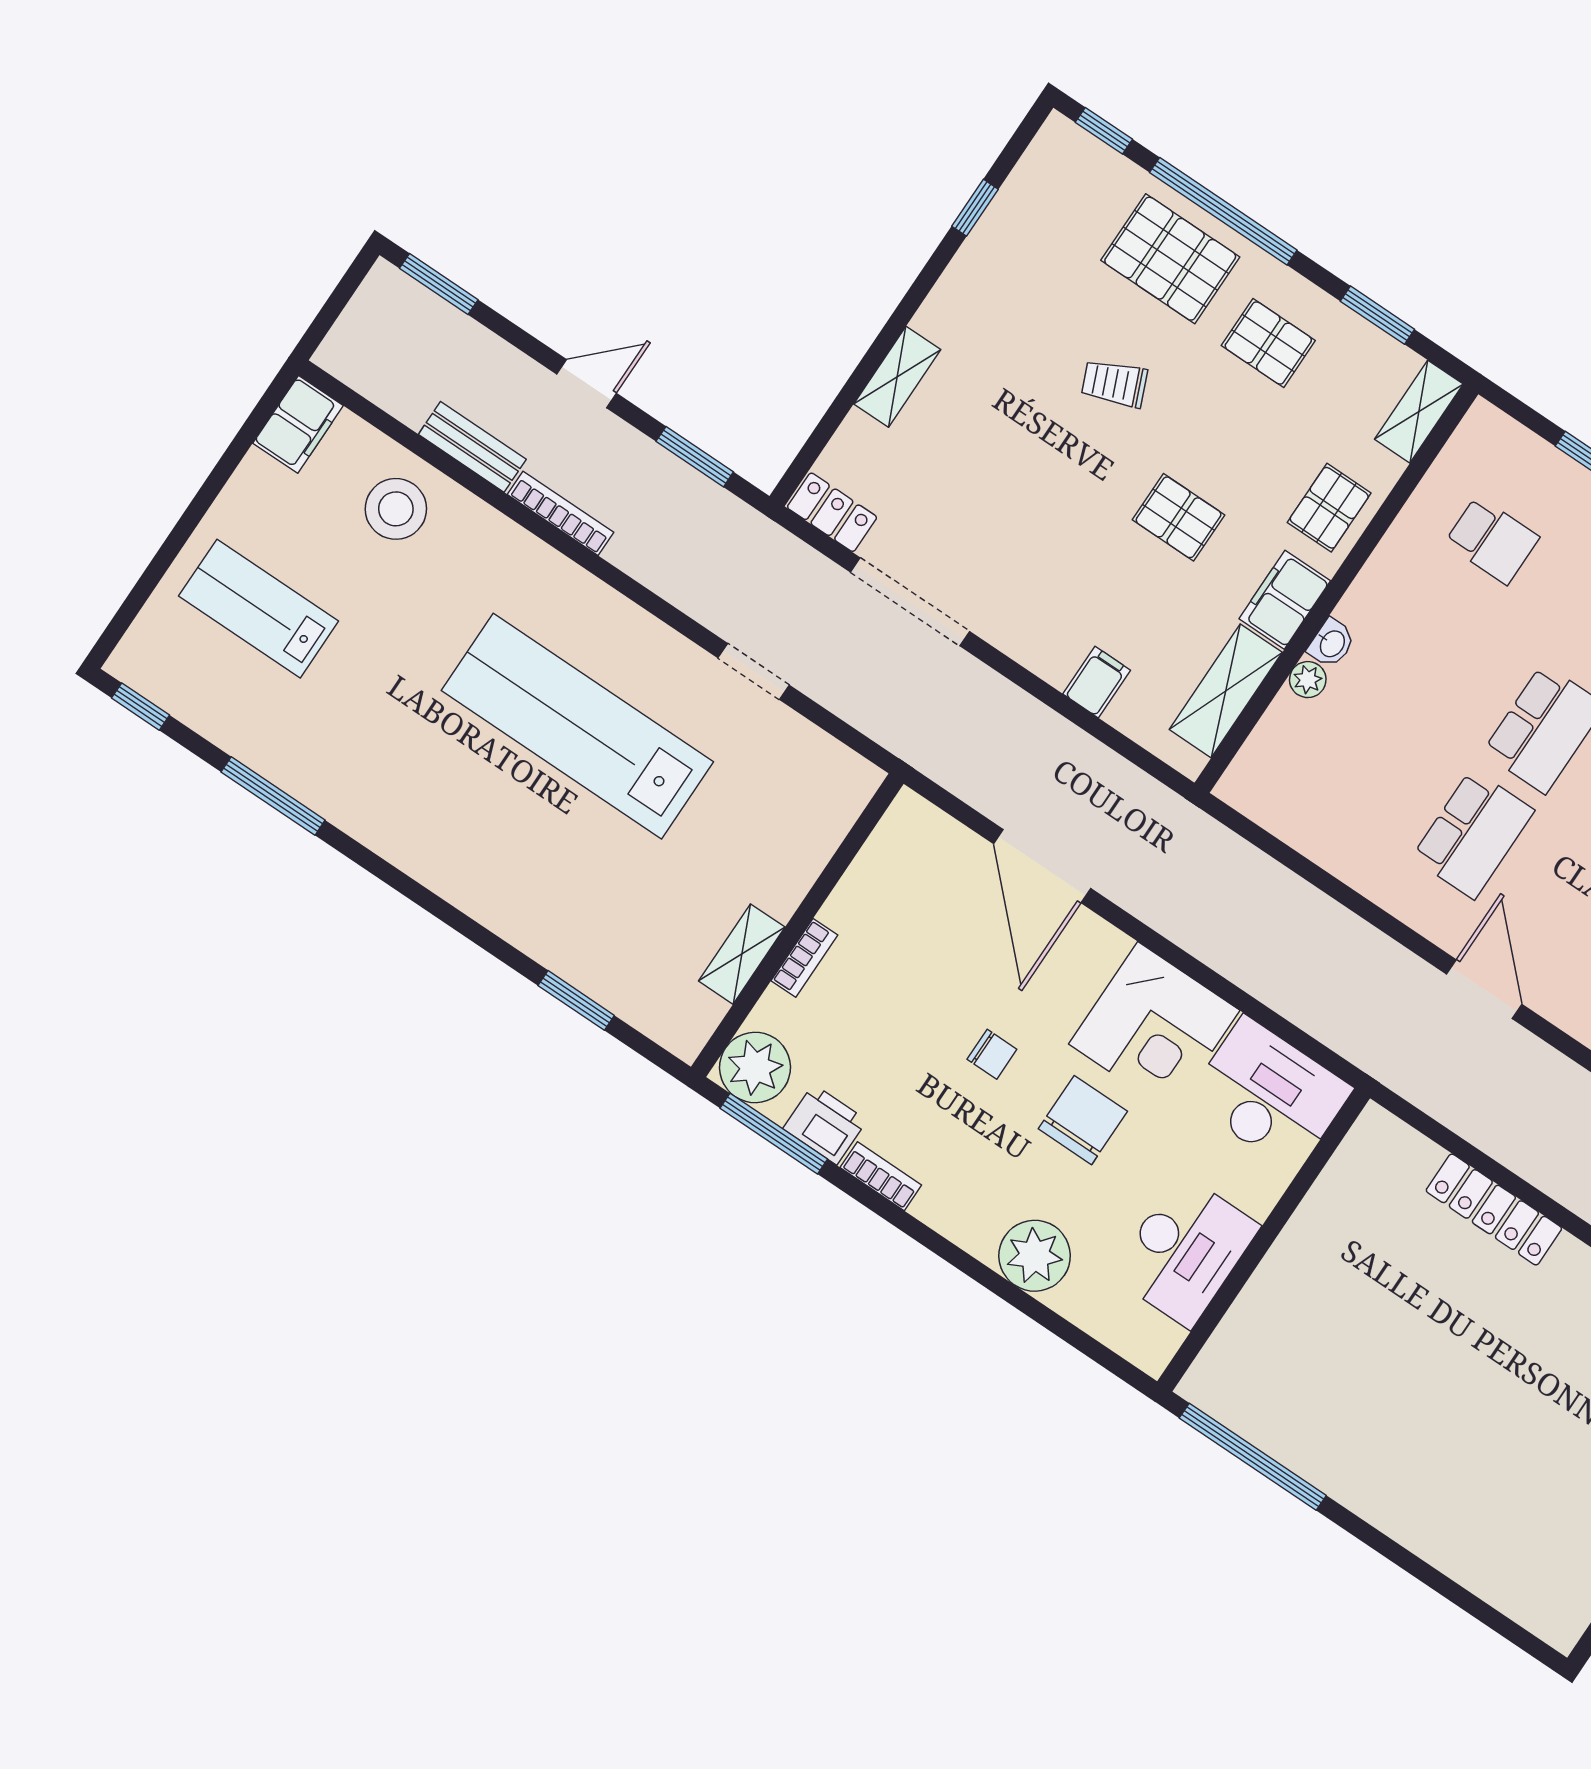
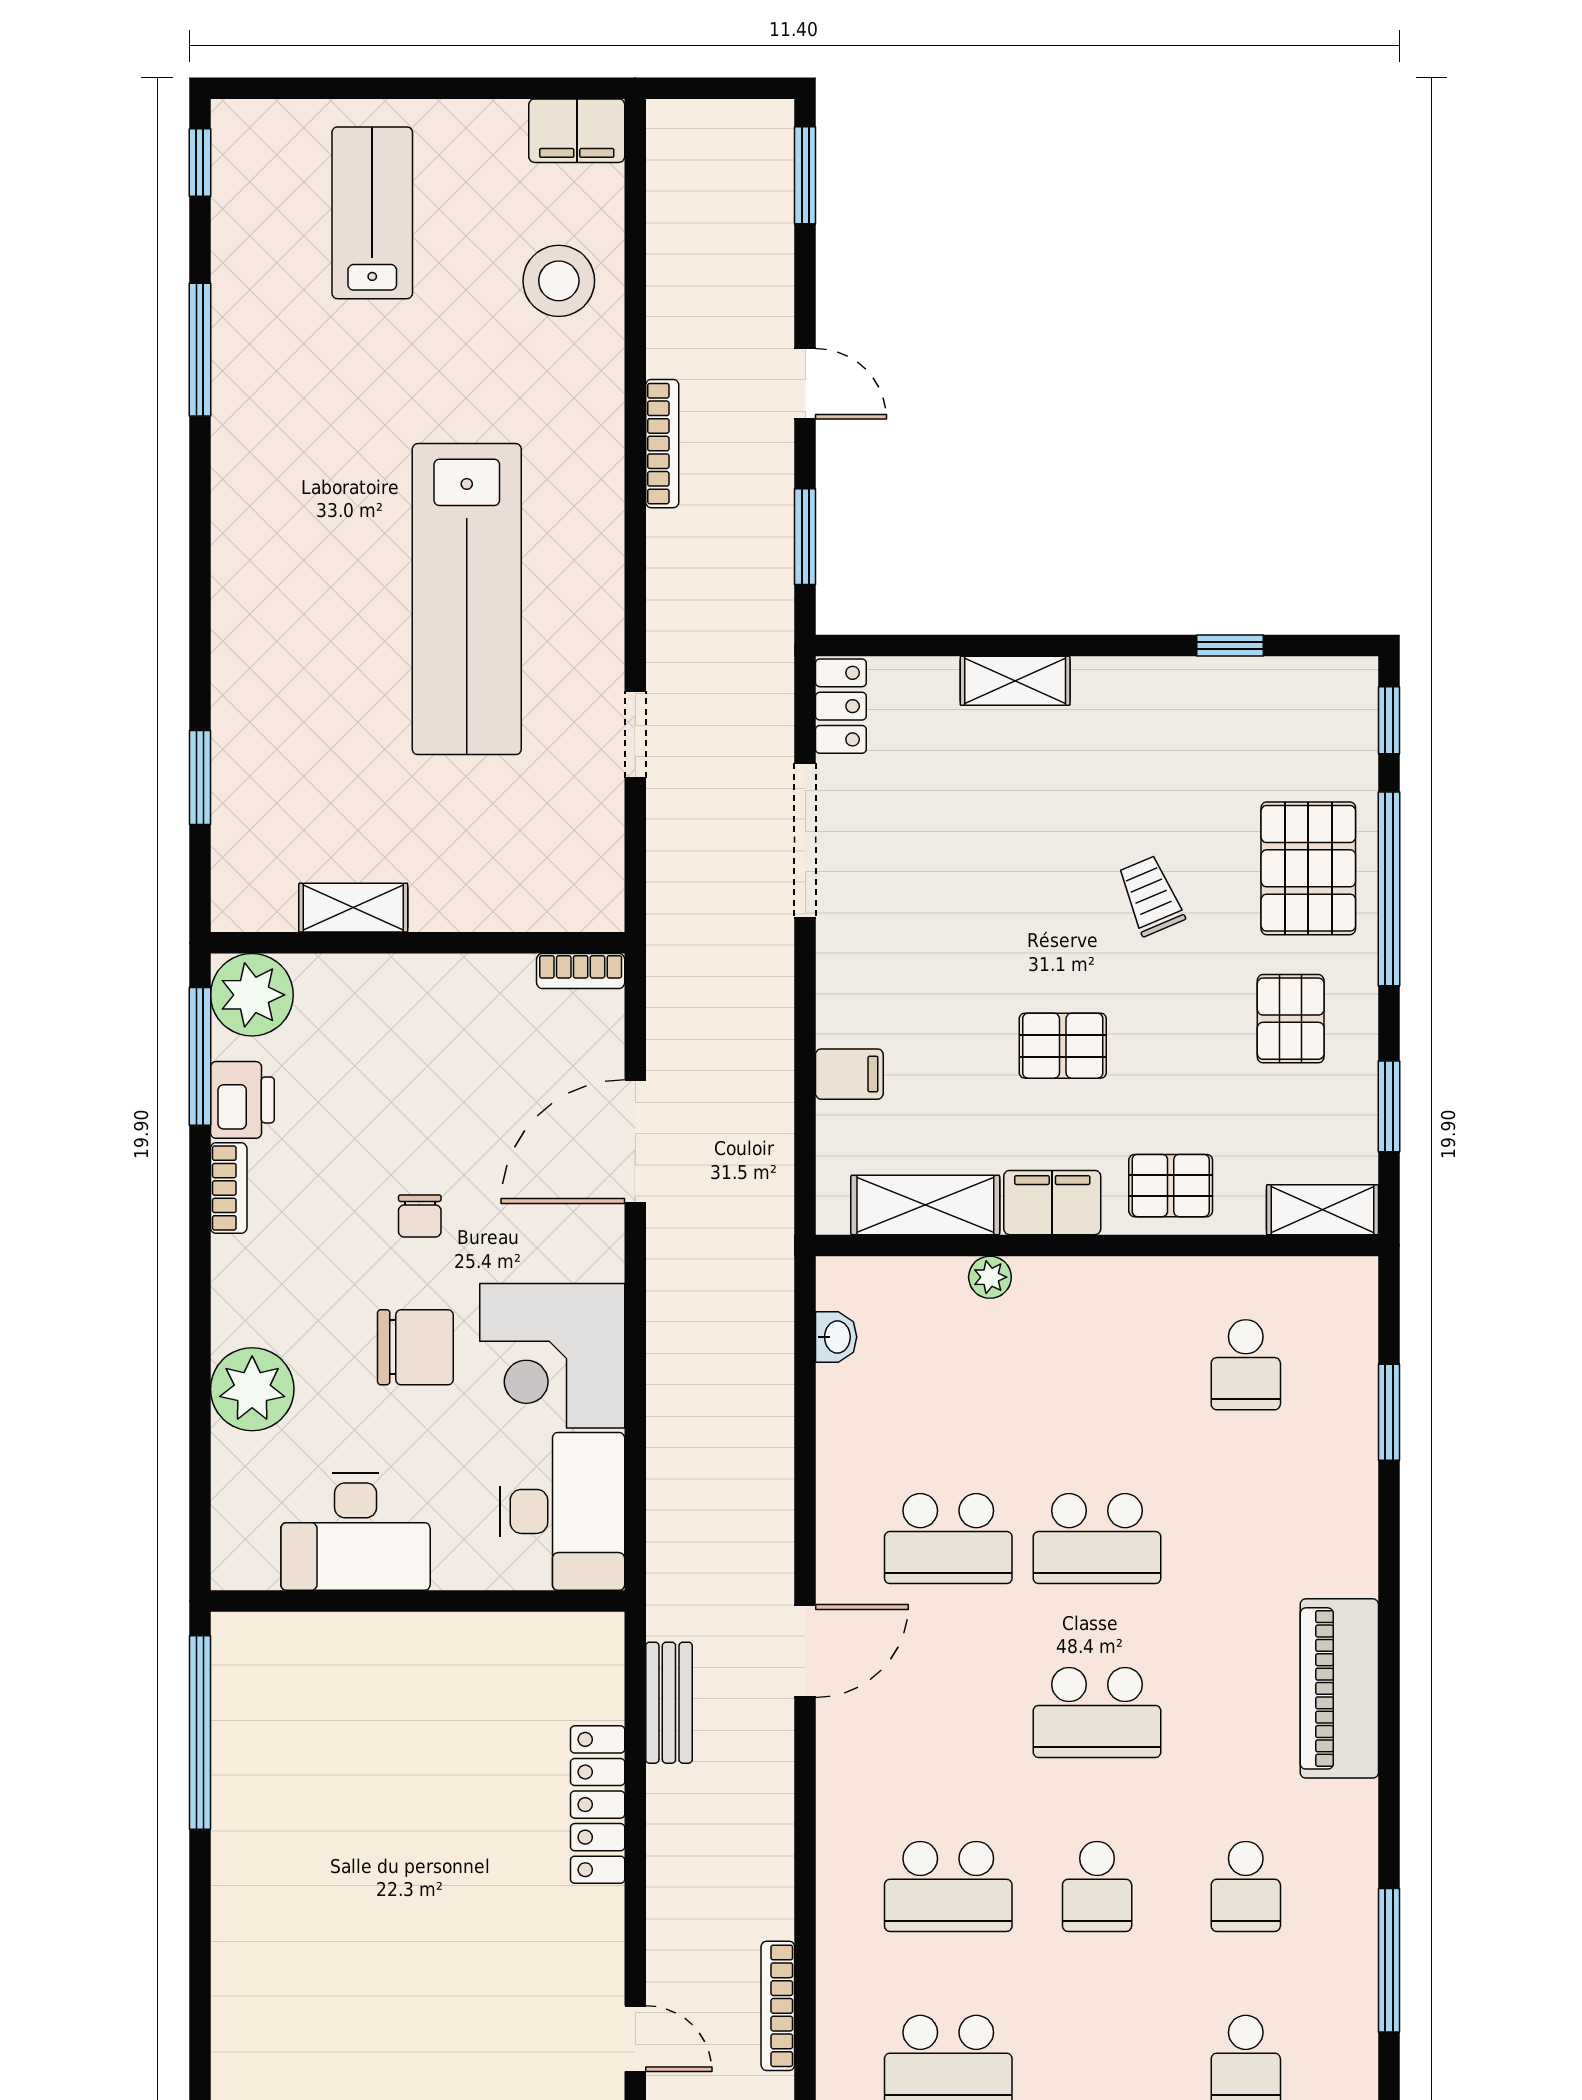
bench: (472, 447) -> (669, 1703), moved
pallet: (1179, 517) -> (1063, 1046), turned 90
washbasin: (1332, 643) -> (836, 1337), moved, turned -90
lab bench: (577, 726) -> (467, 599), turned 180
bookcase: (804, 958) -> (581, 971), moved

